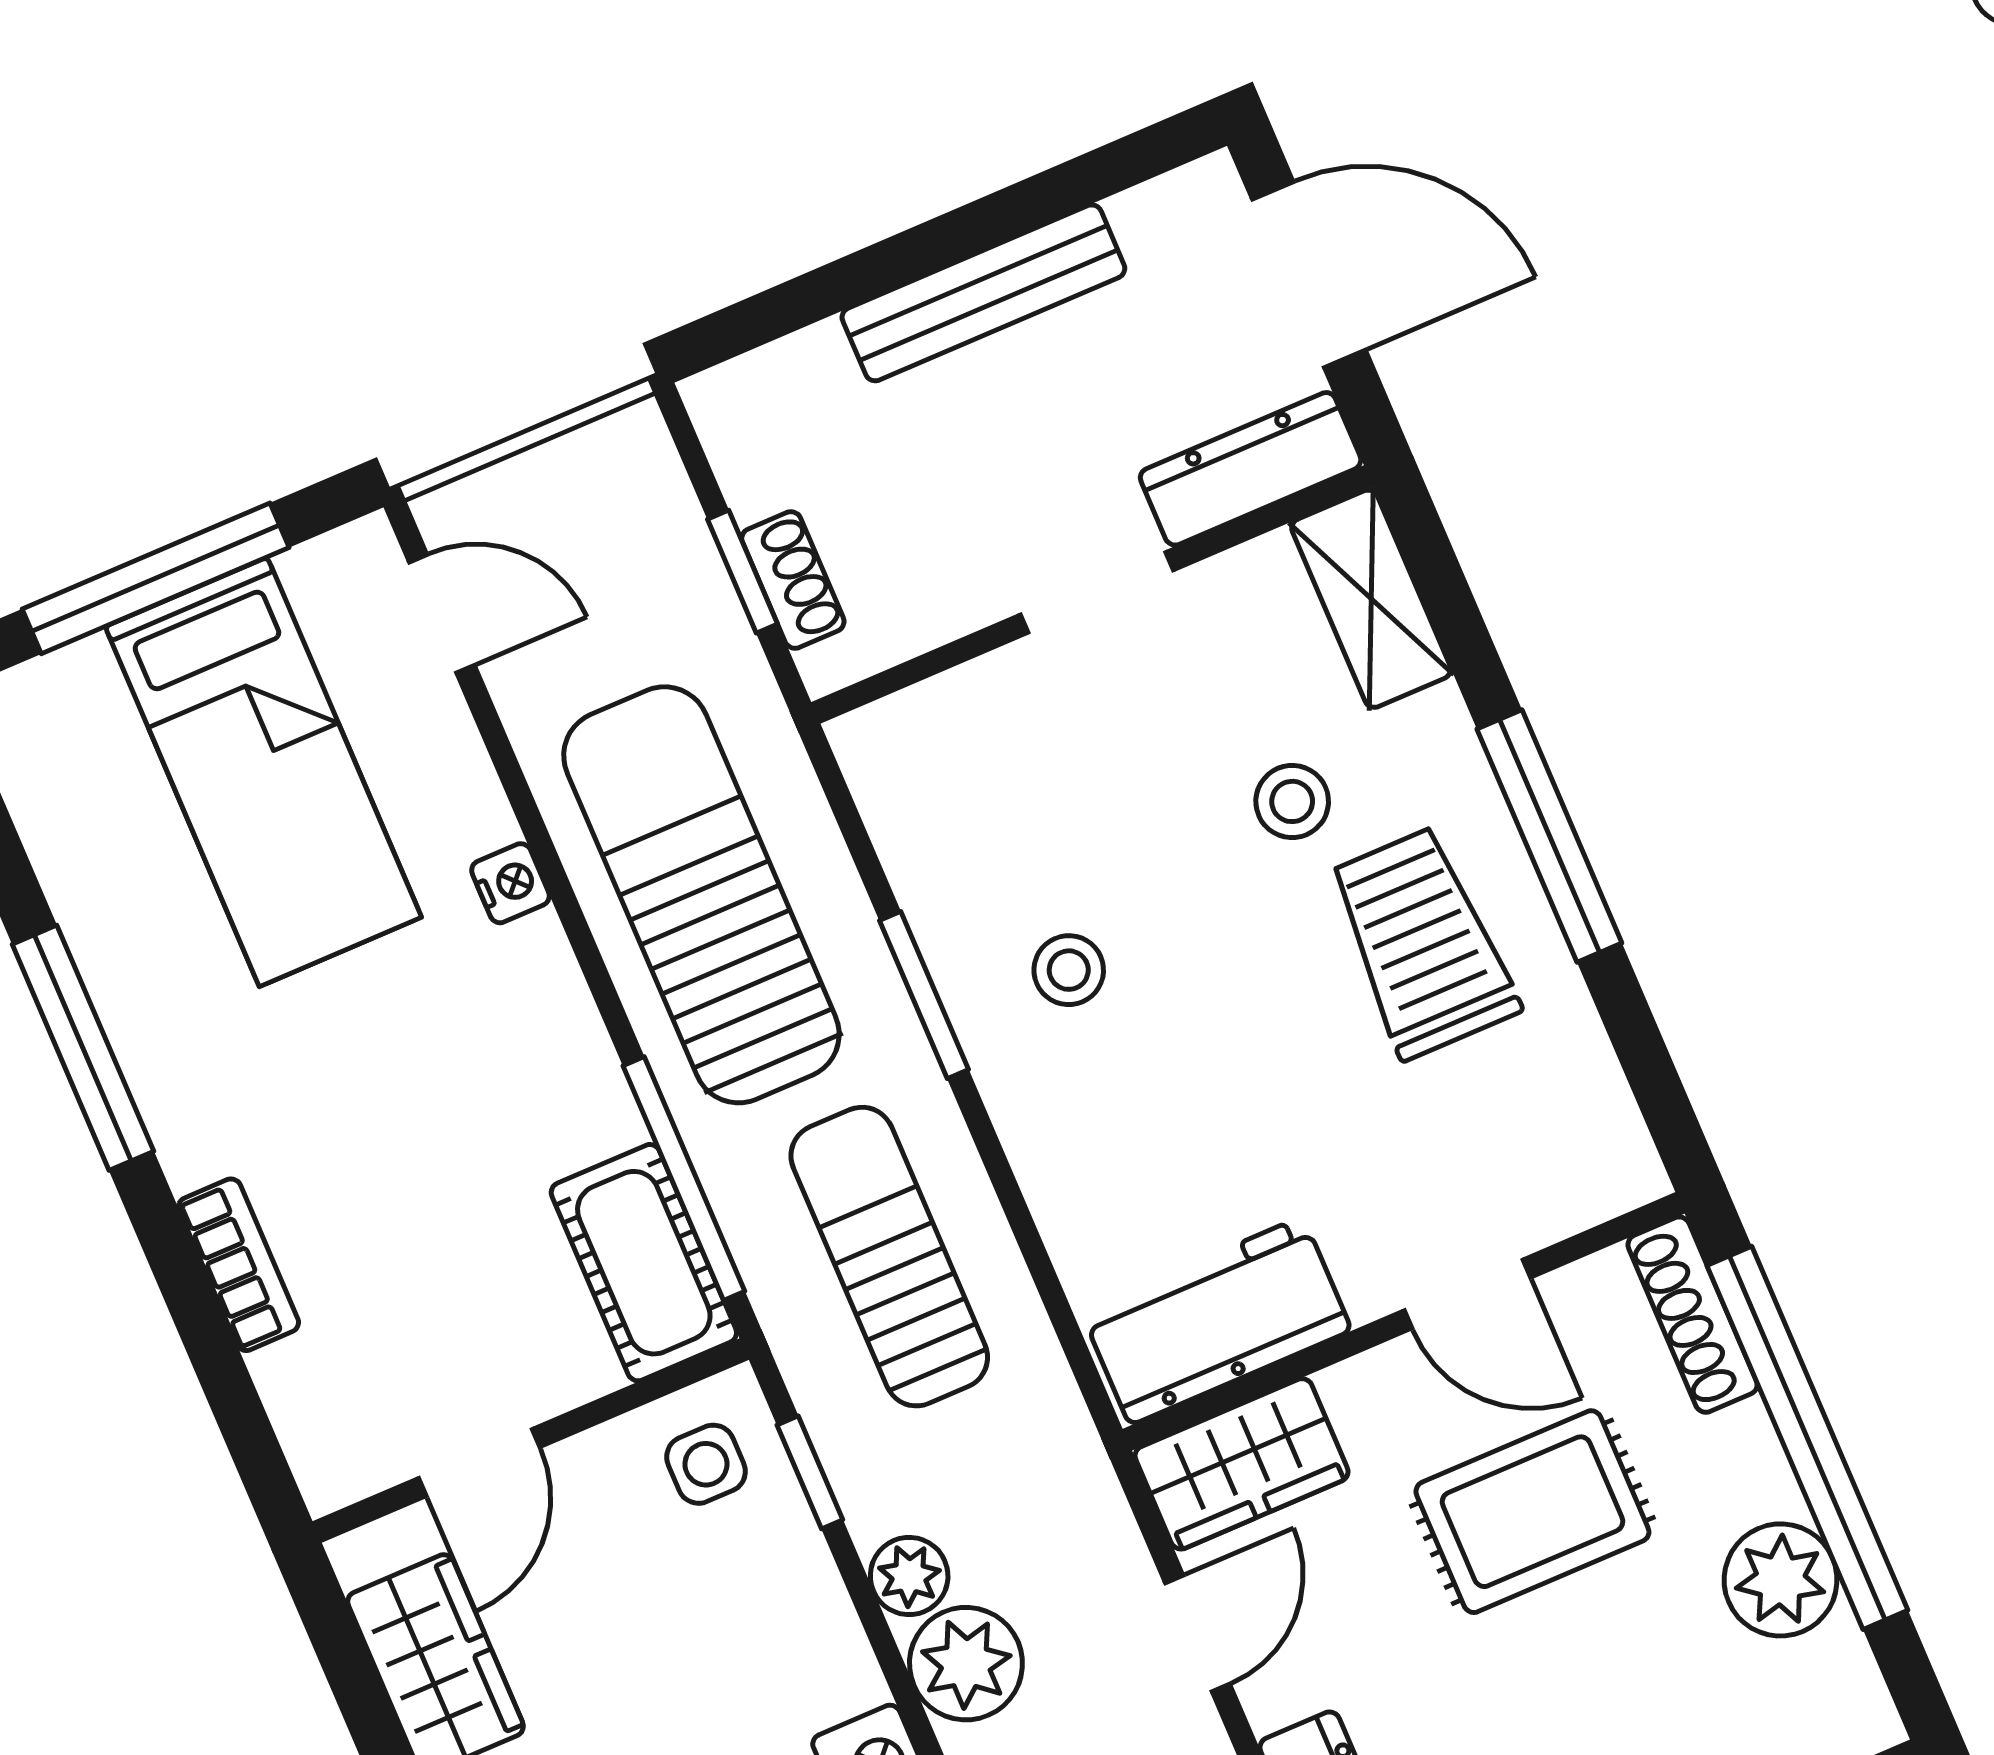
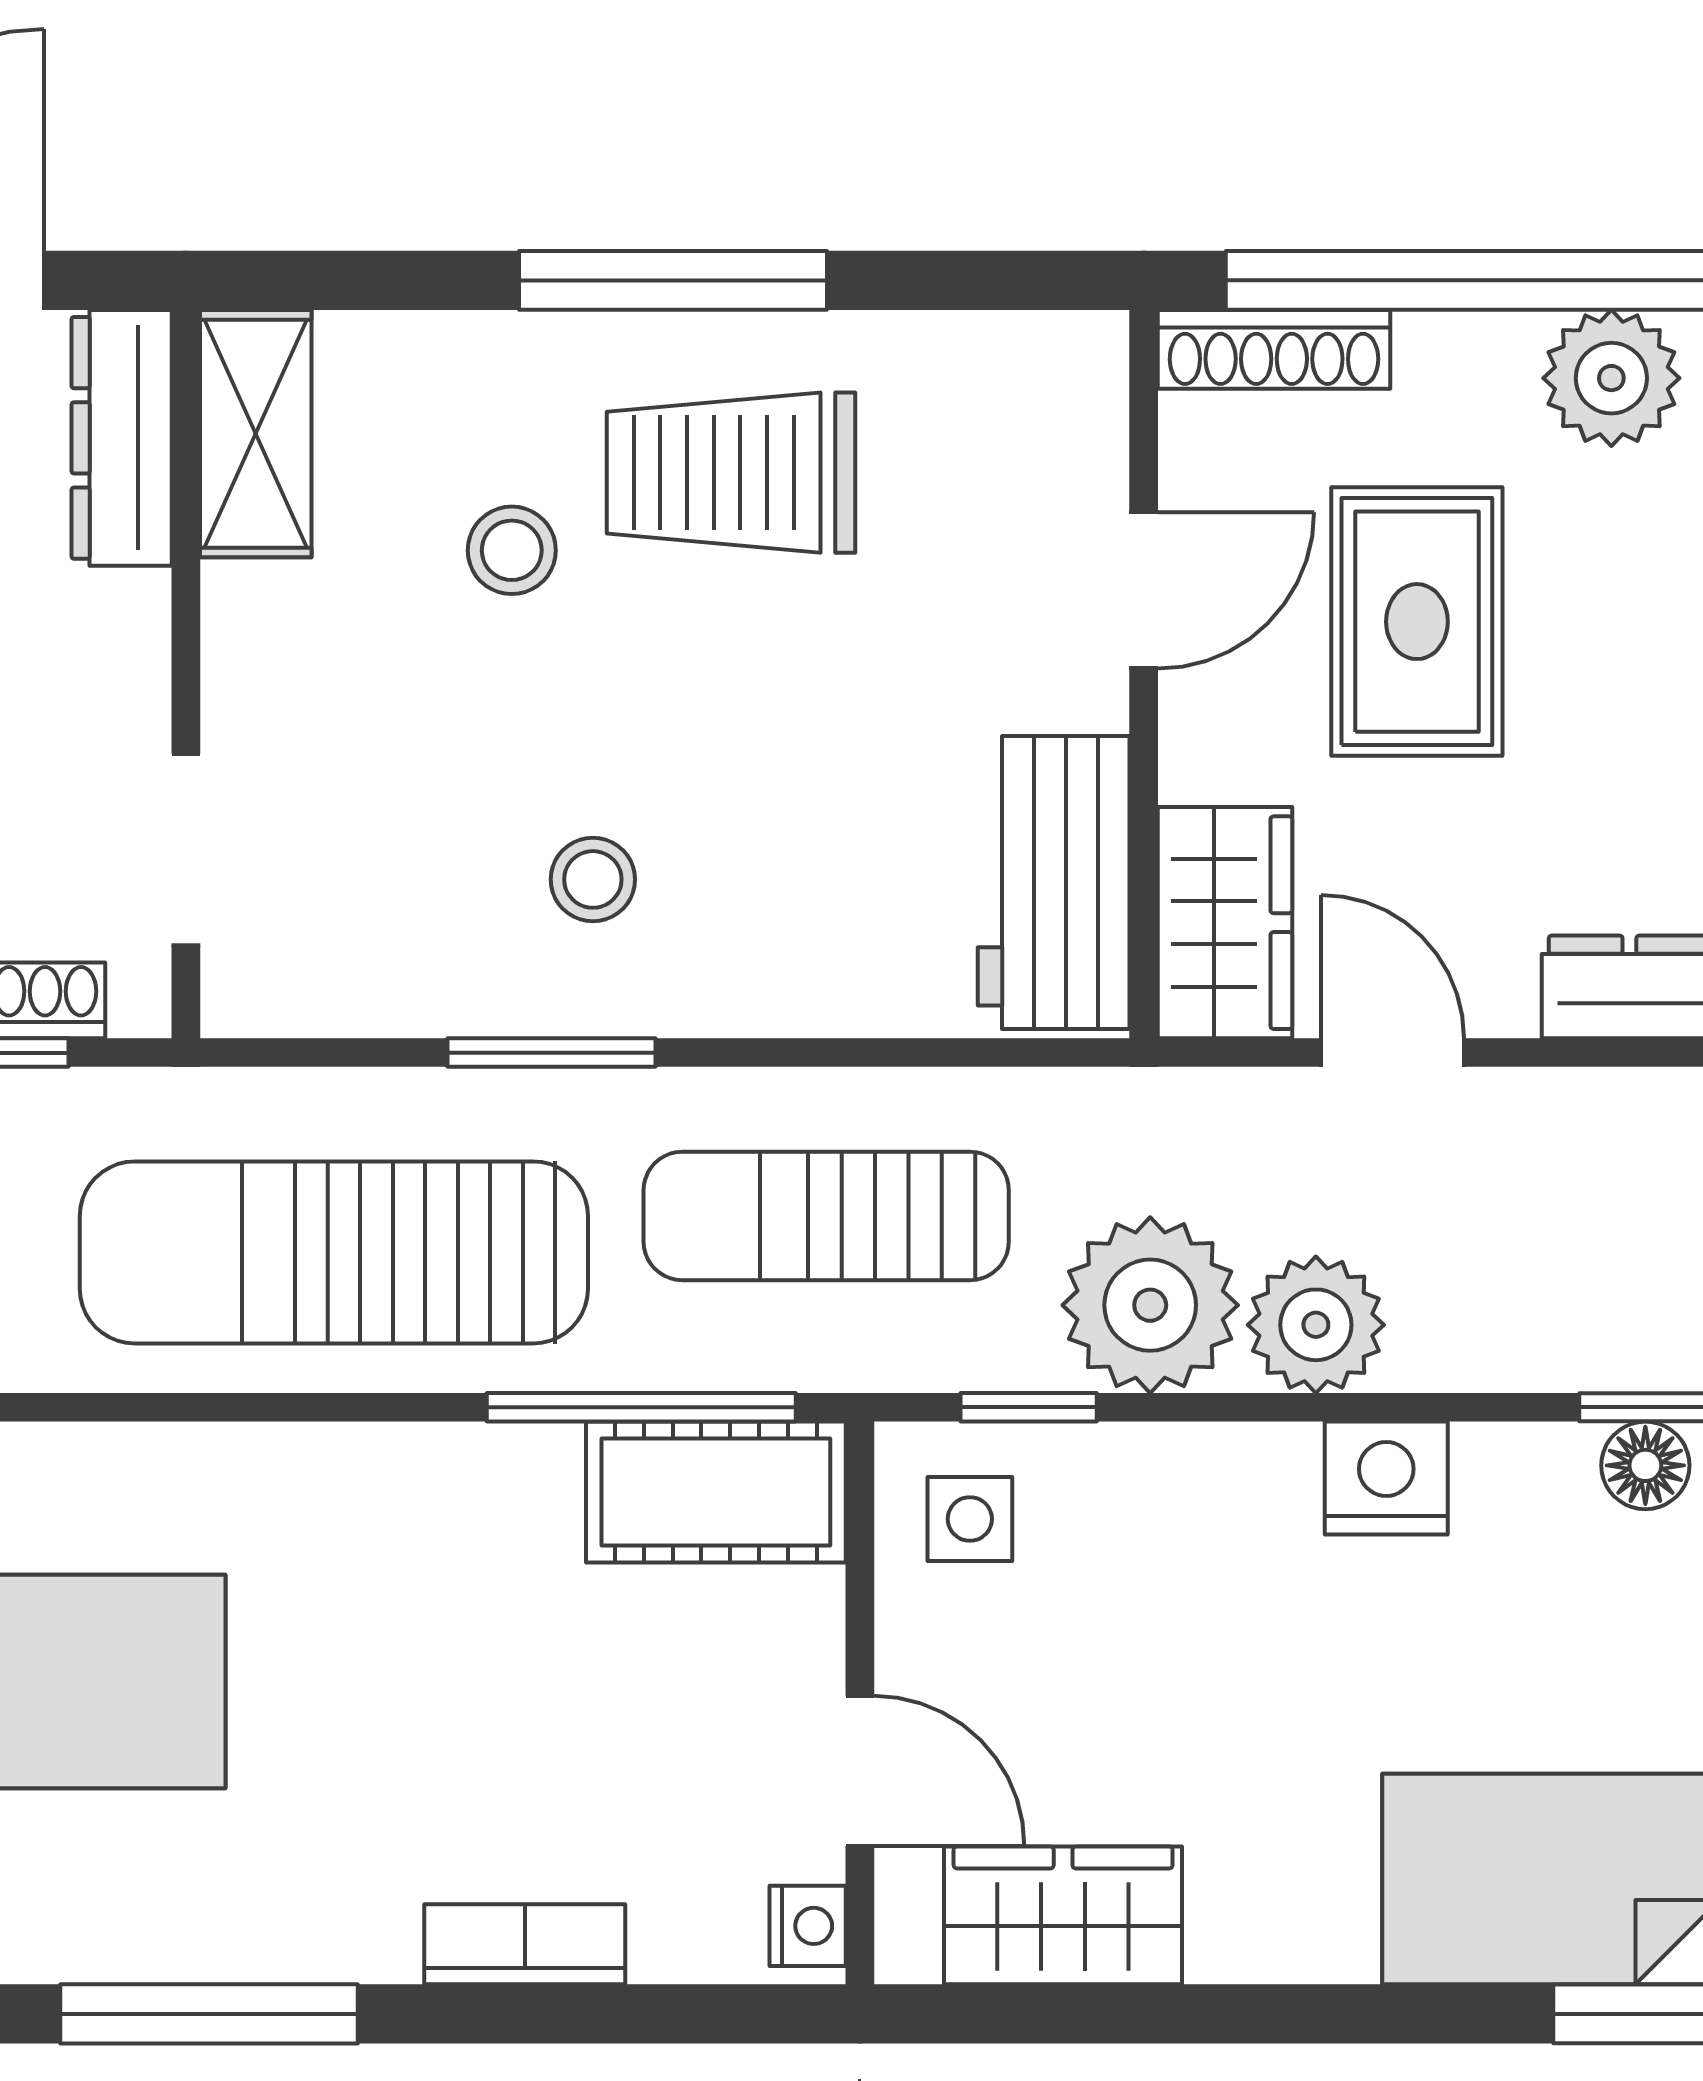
doorway: (1097, 592) -> (186, 849), moved
shelving: (1371, 599) -> (256, 434), moved, turned 90
nightstand: (510, 883) -> (808, 1926), moved, turned 90
plant: (909, 1576) -> (1150, 1305), width x1.88, depth x1.88

